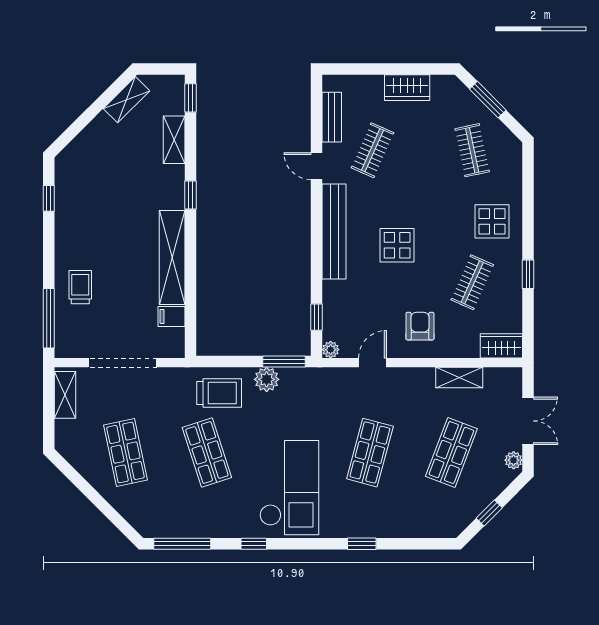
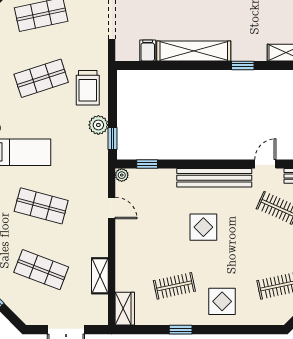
clothes rail: (472, 282) -> (174, 286), turned -36
armchair: (420, 326) -> (140, 245), removed
window: (284, 361) -> (112, 139), width x0.67
plant: (514, 460) -> (35, 318), removed

